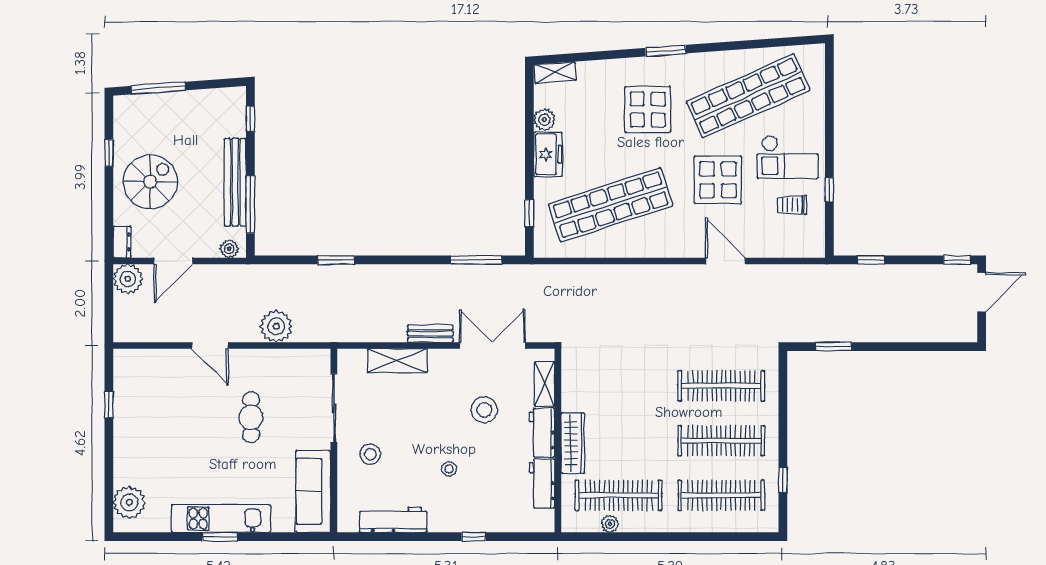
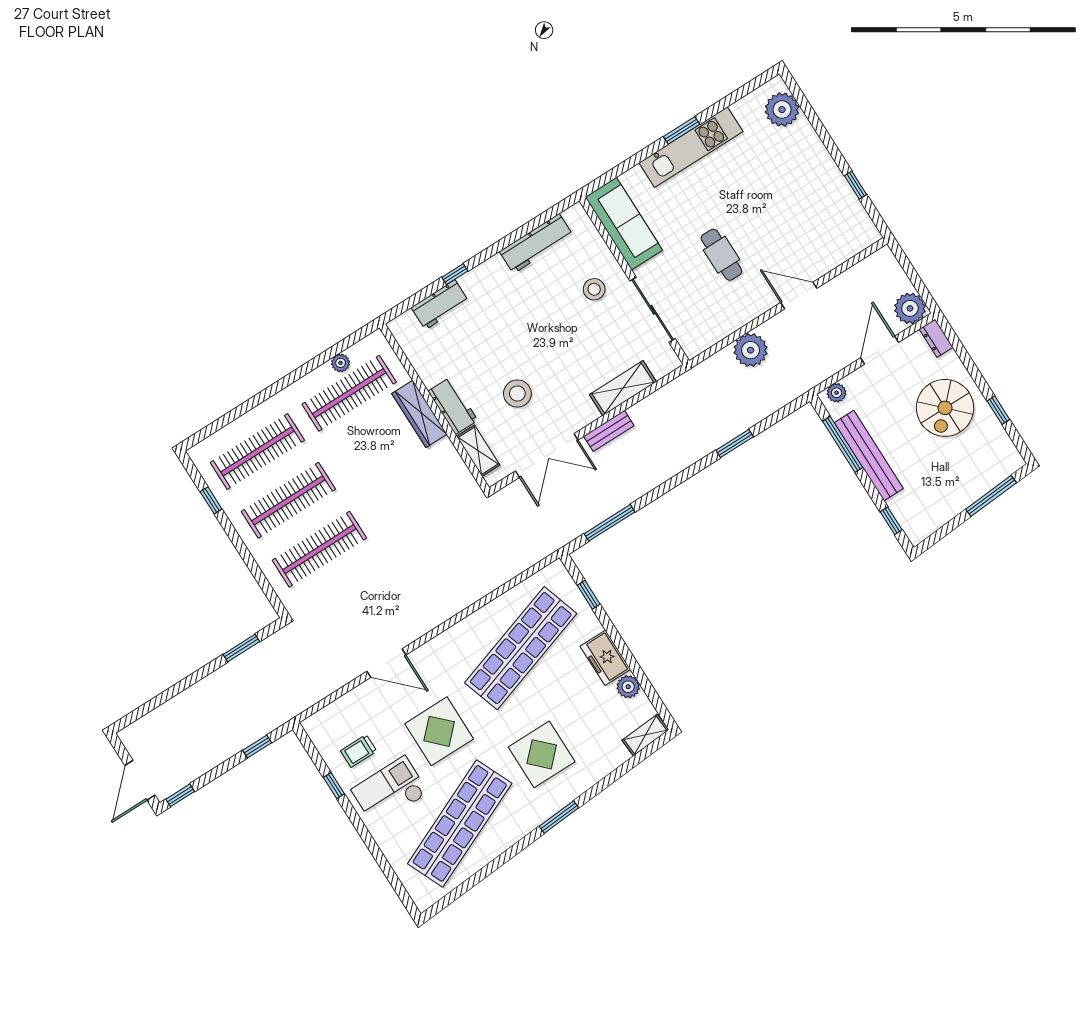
trolley: (792, 205) -> (359, 751), turned 180
stool: (449, 469) -> (515, 321), removed
workbench: (542, 483) -> (440, 305), moved, turned 90

